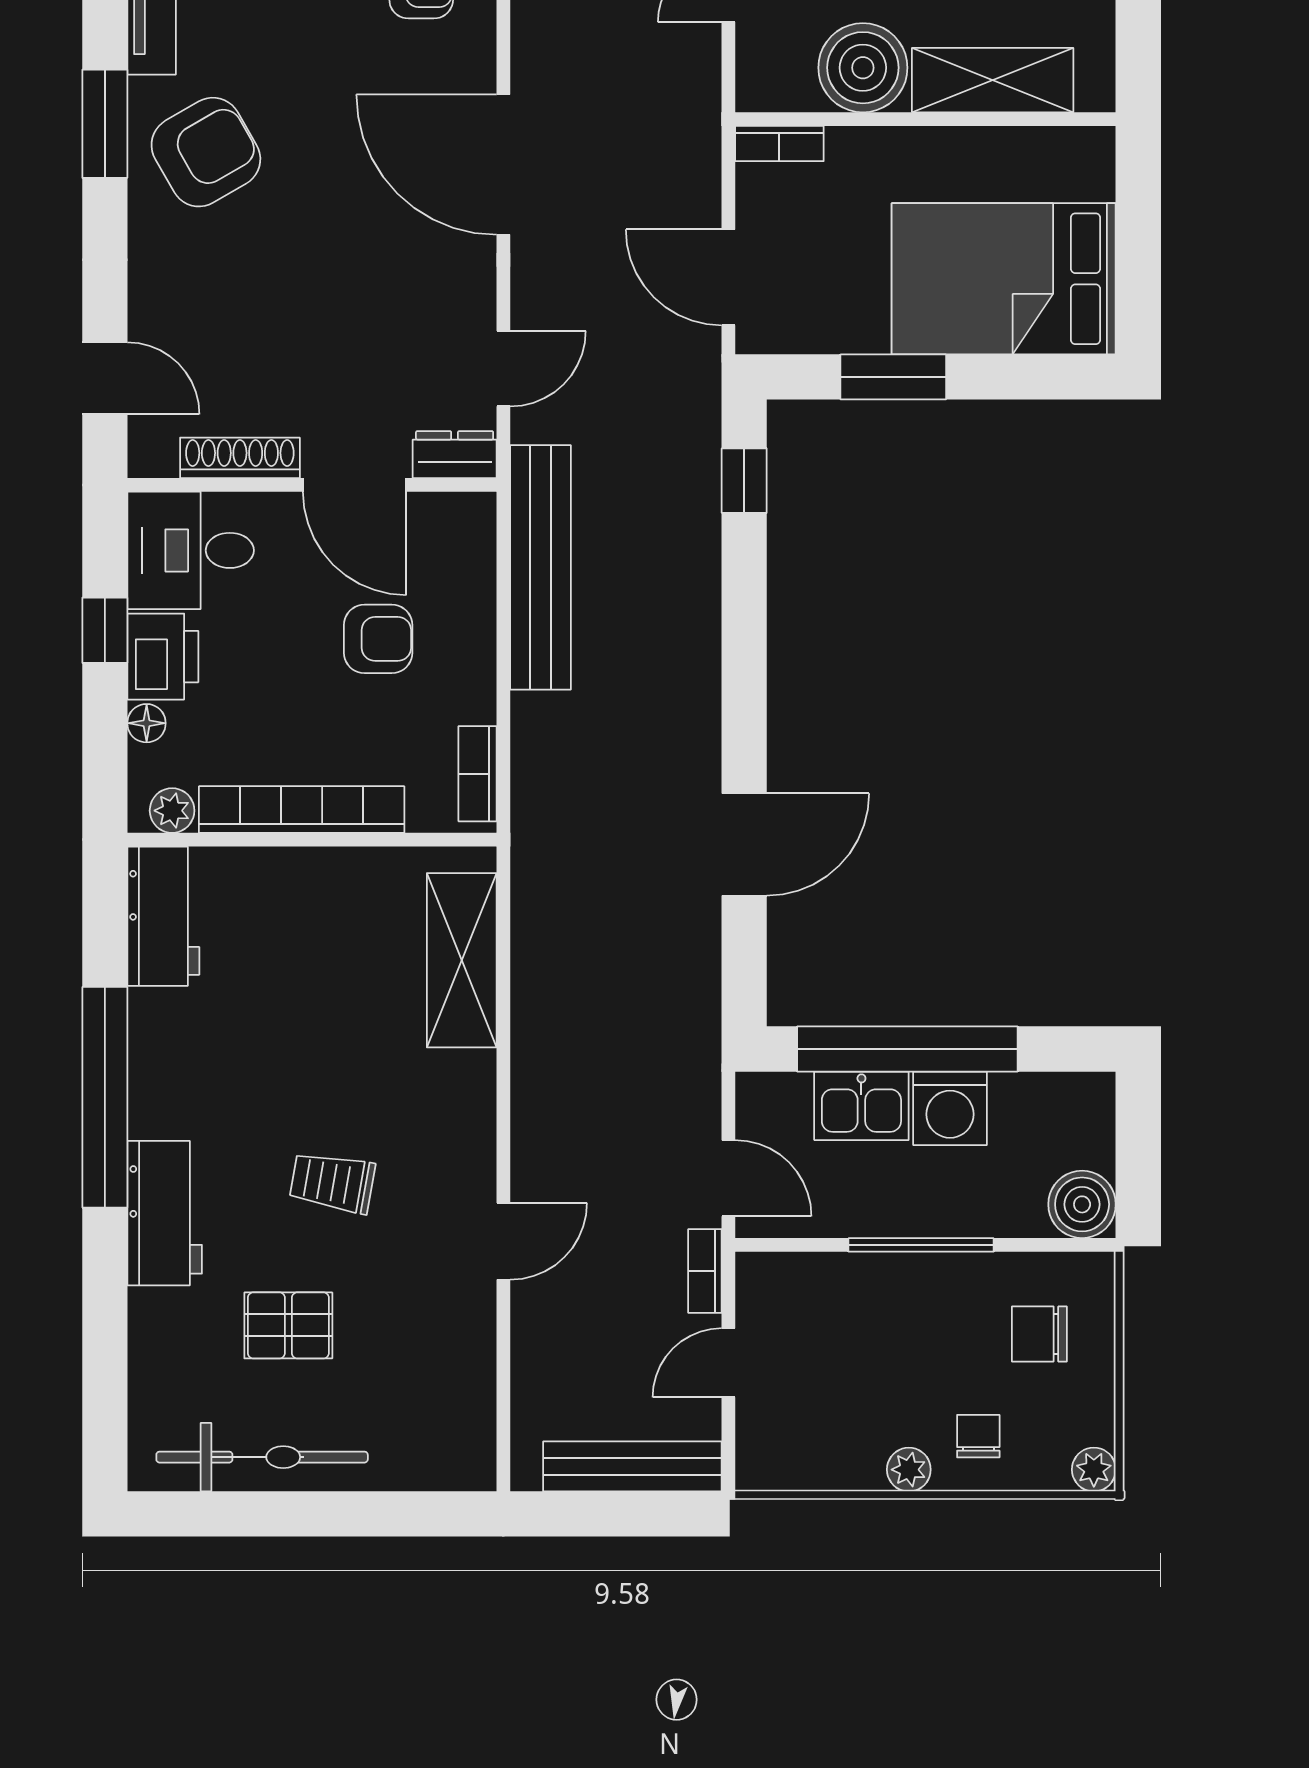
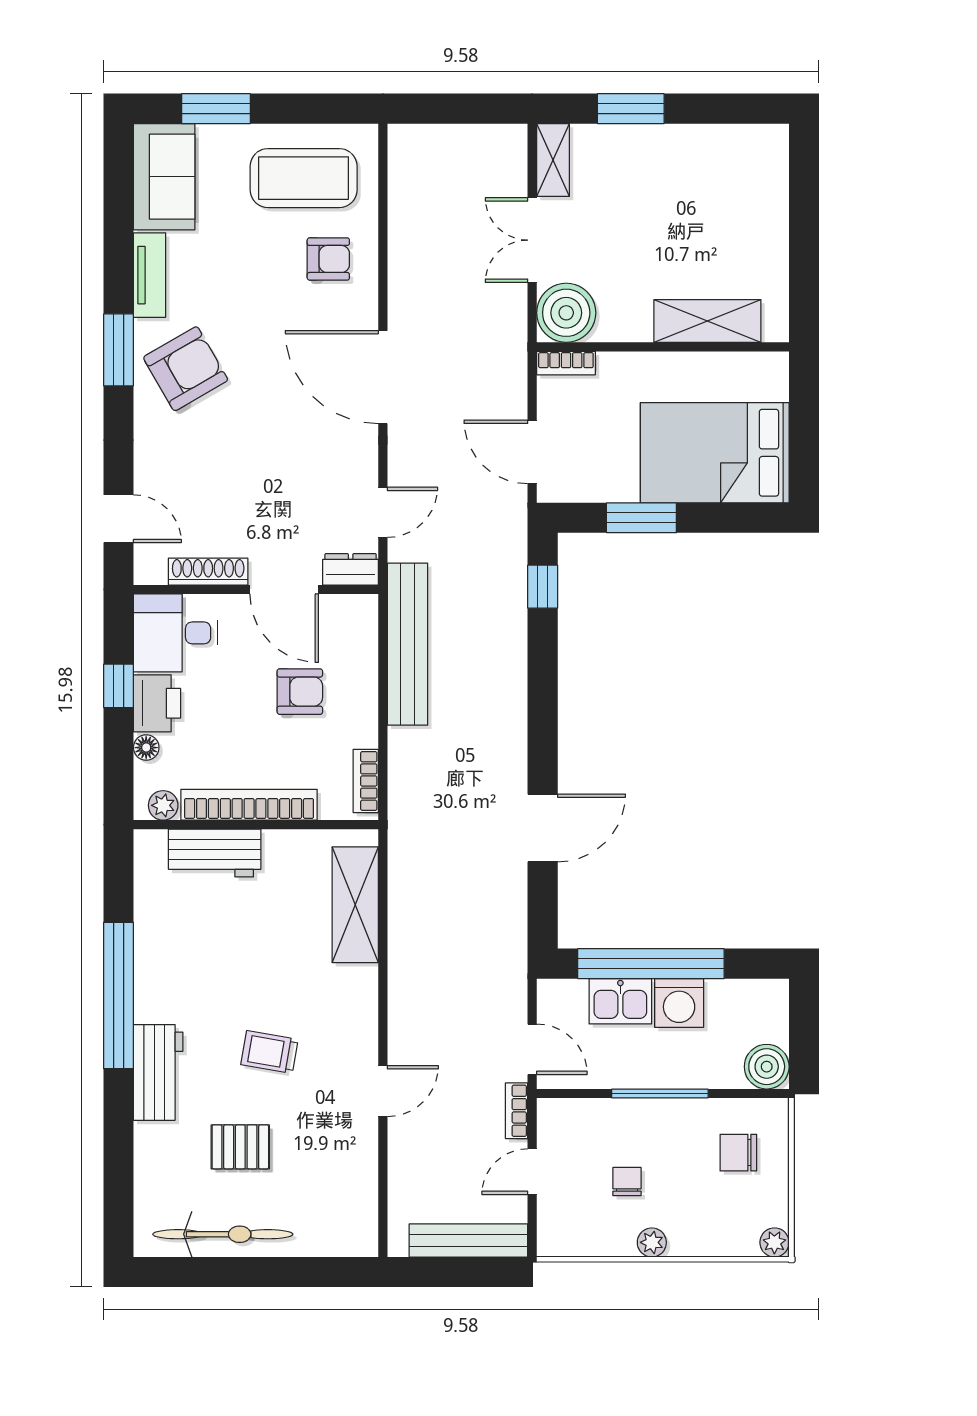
boiler: (863, 68) -> (566, 313), moved
workbench: (163, 916) -> (215, 853), moved, turned 90
chair: (978, 1436) -> (627, 1182), moved

